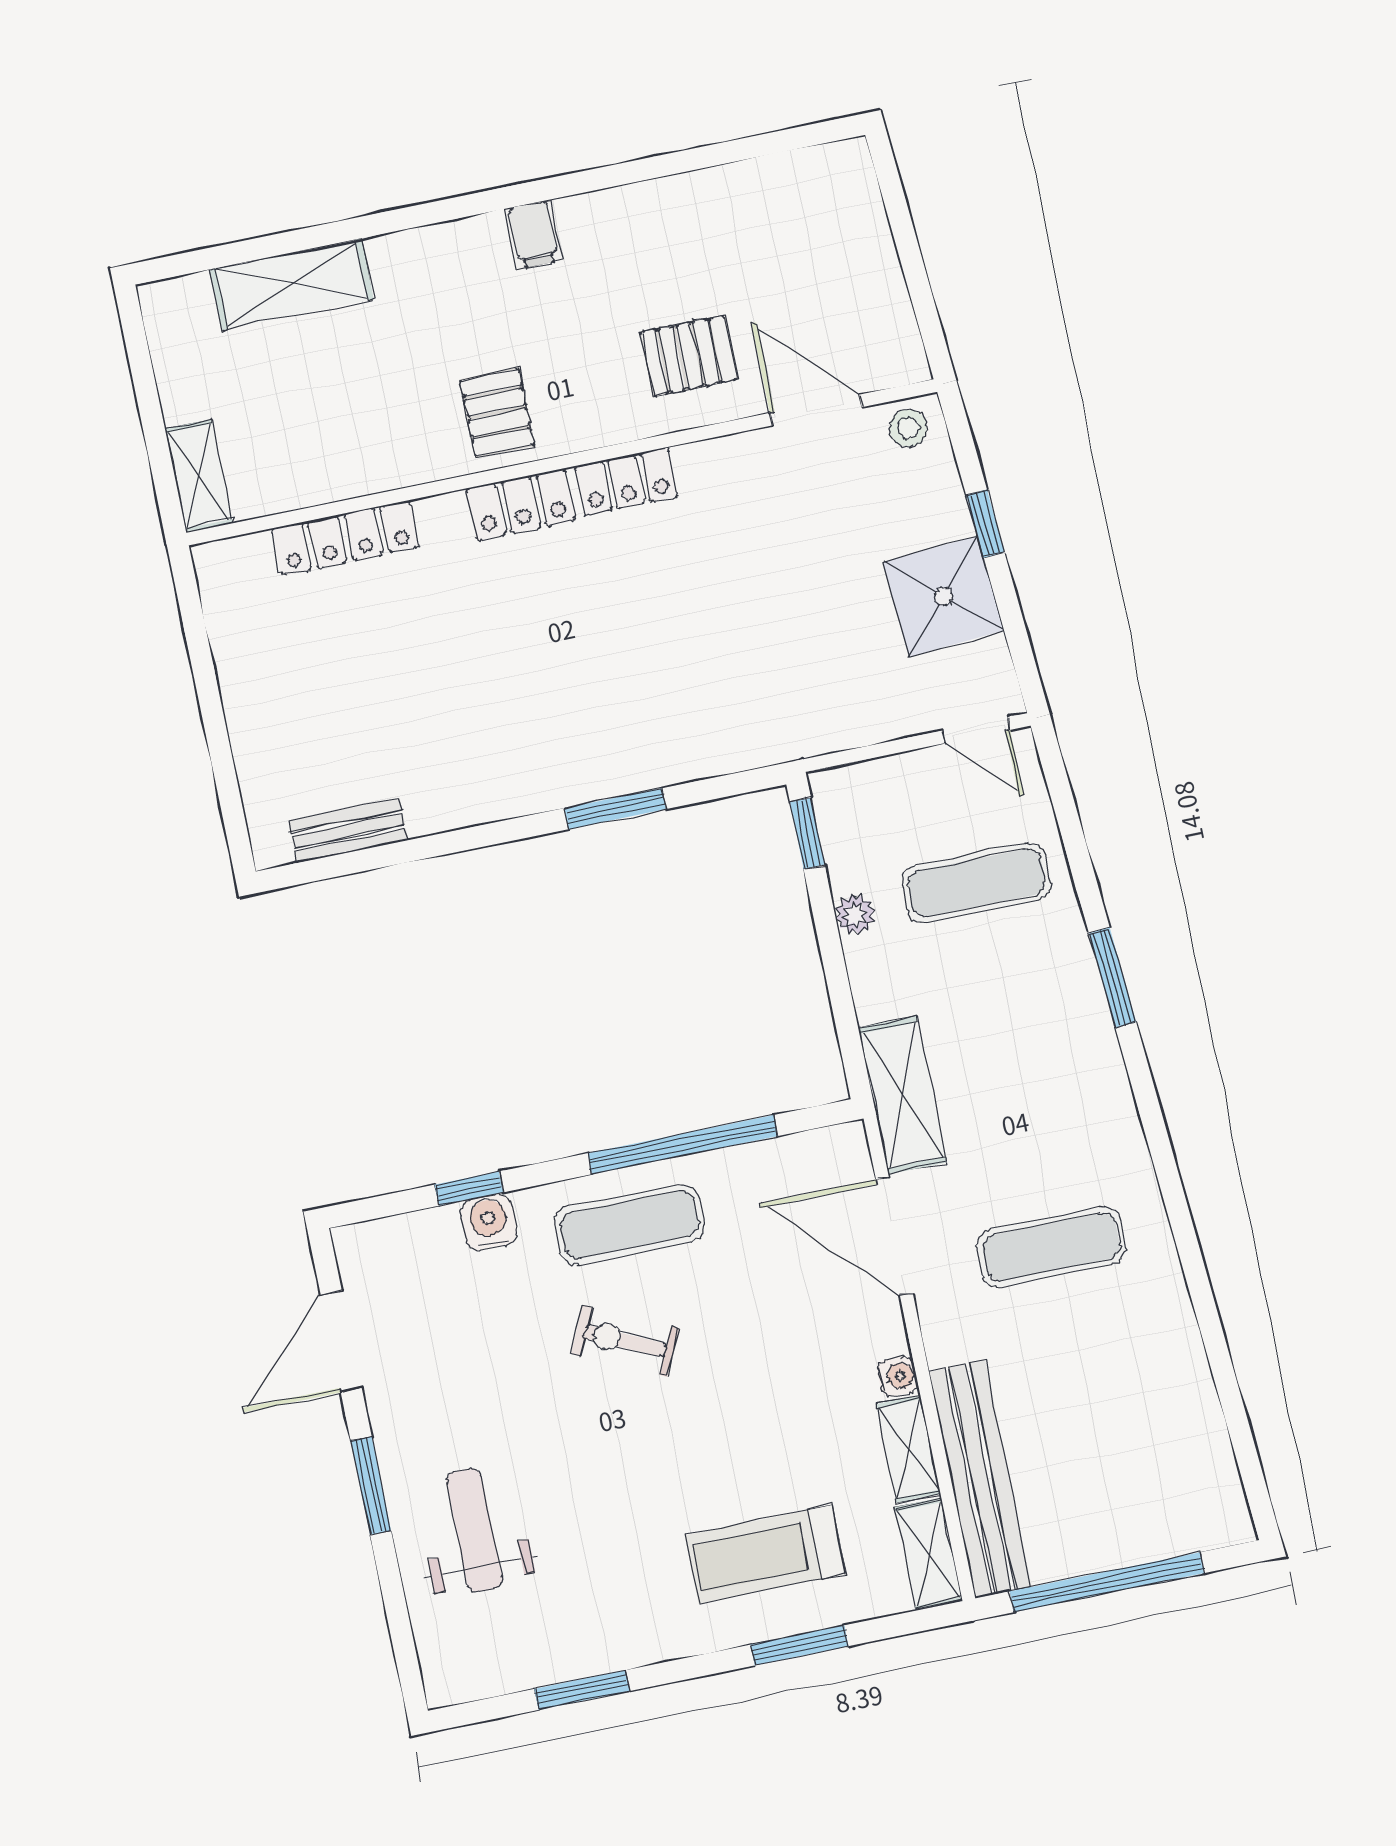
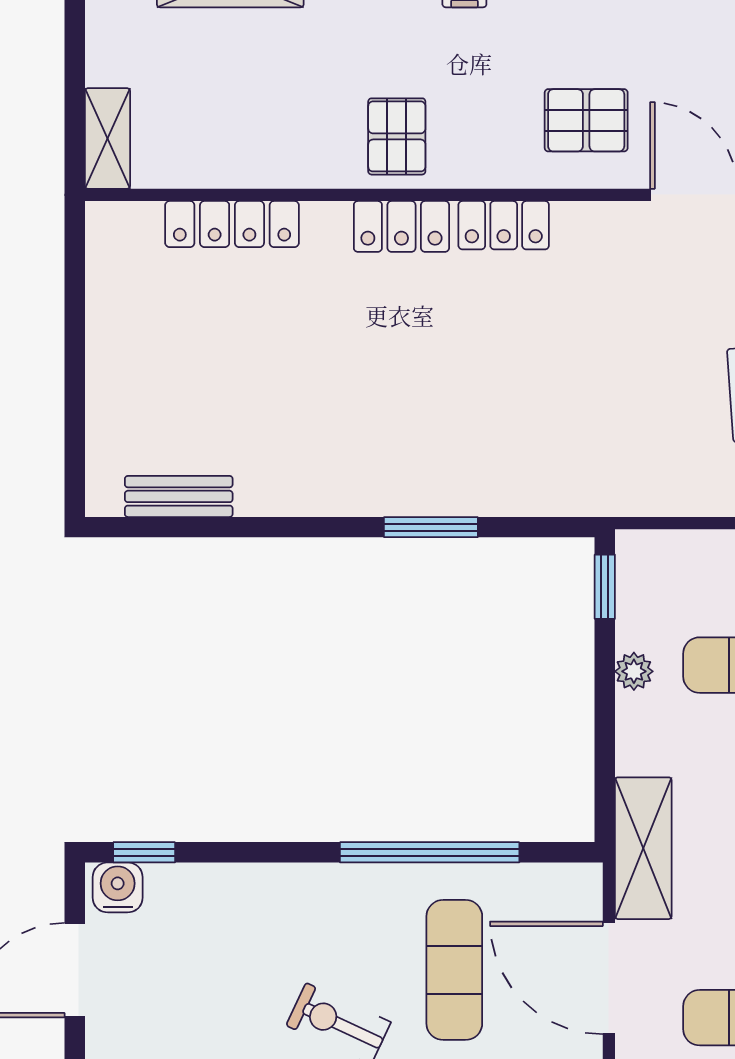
window: (469, 1189) -> (144, 852), moved
water cooler: (489, 1222) -> (118, 887), moved
exercise mat: (629, 1224) -> (454, 970), moved, turned 90

